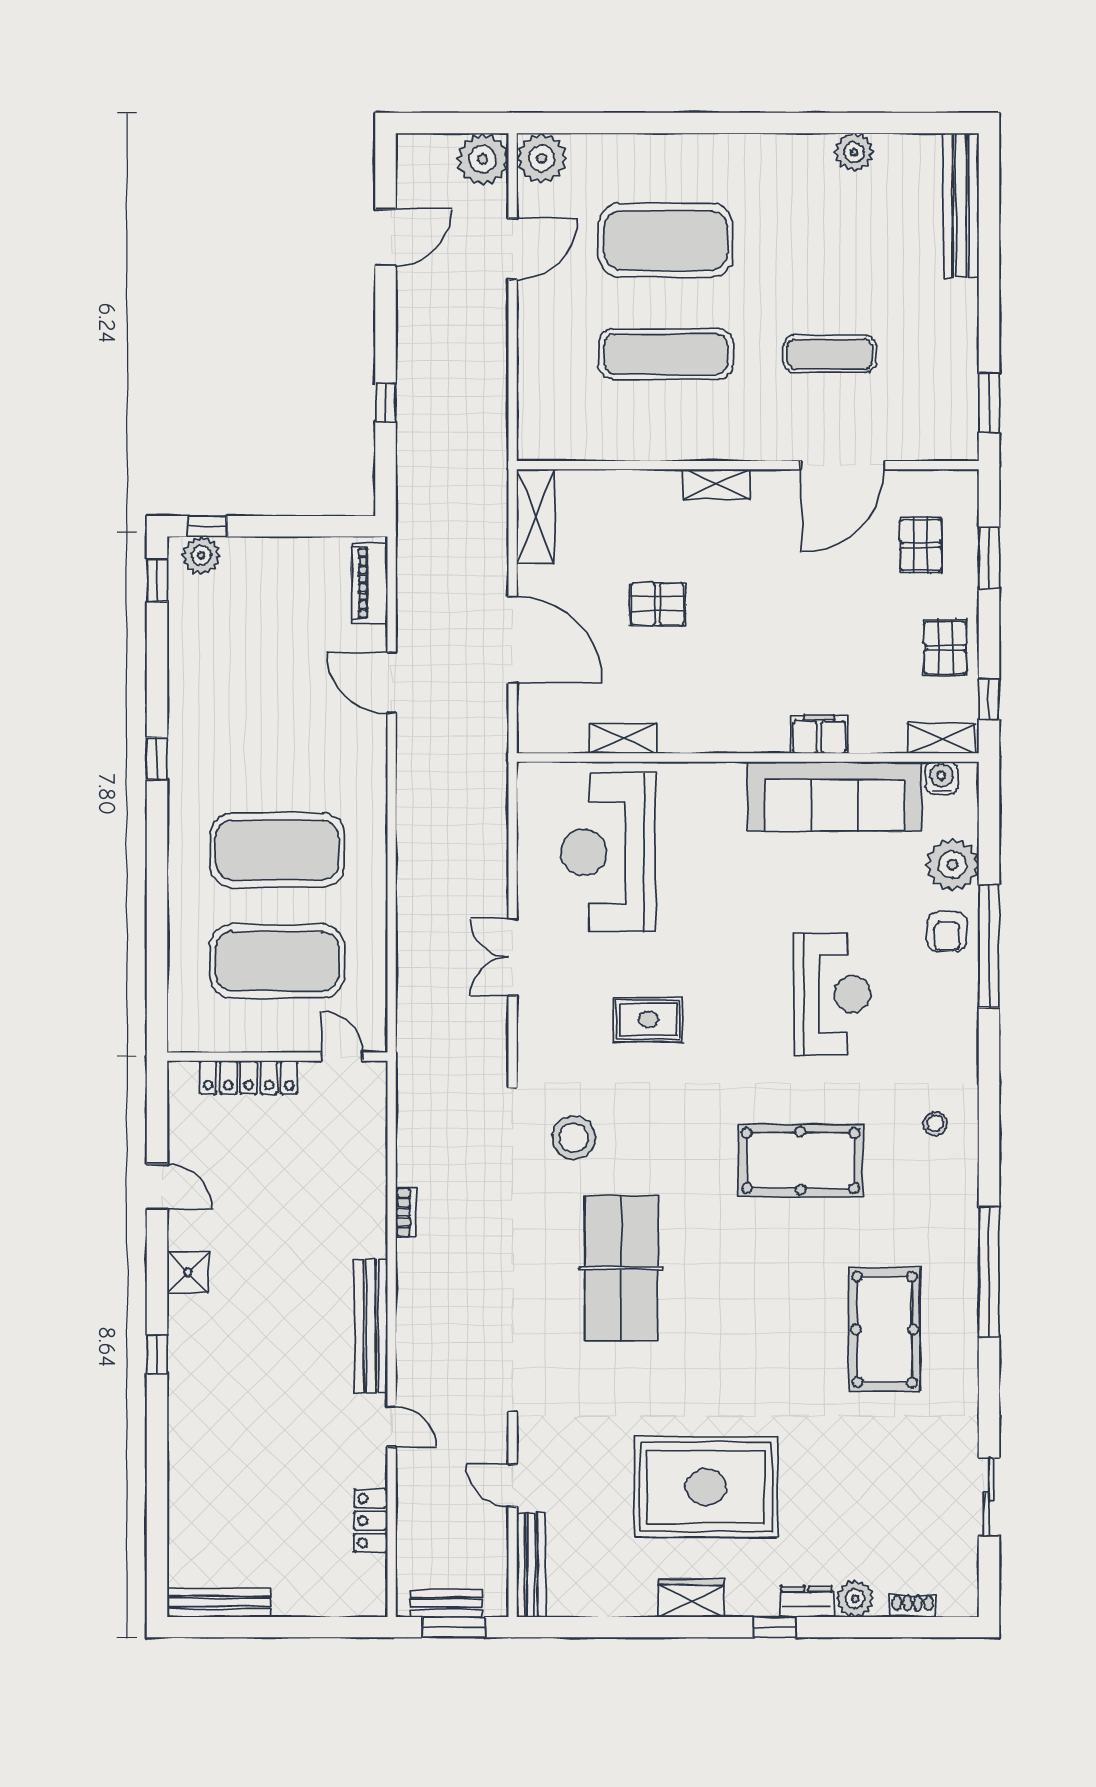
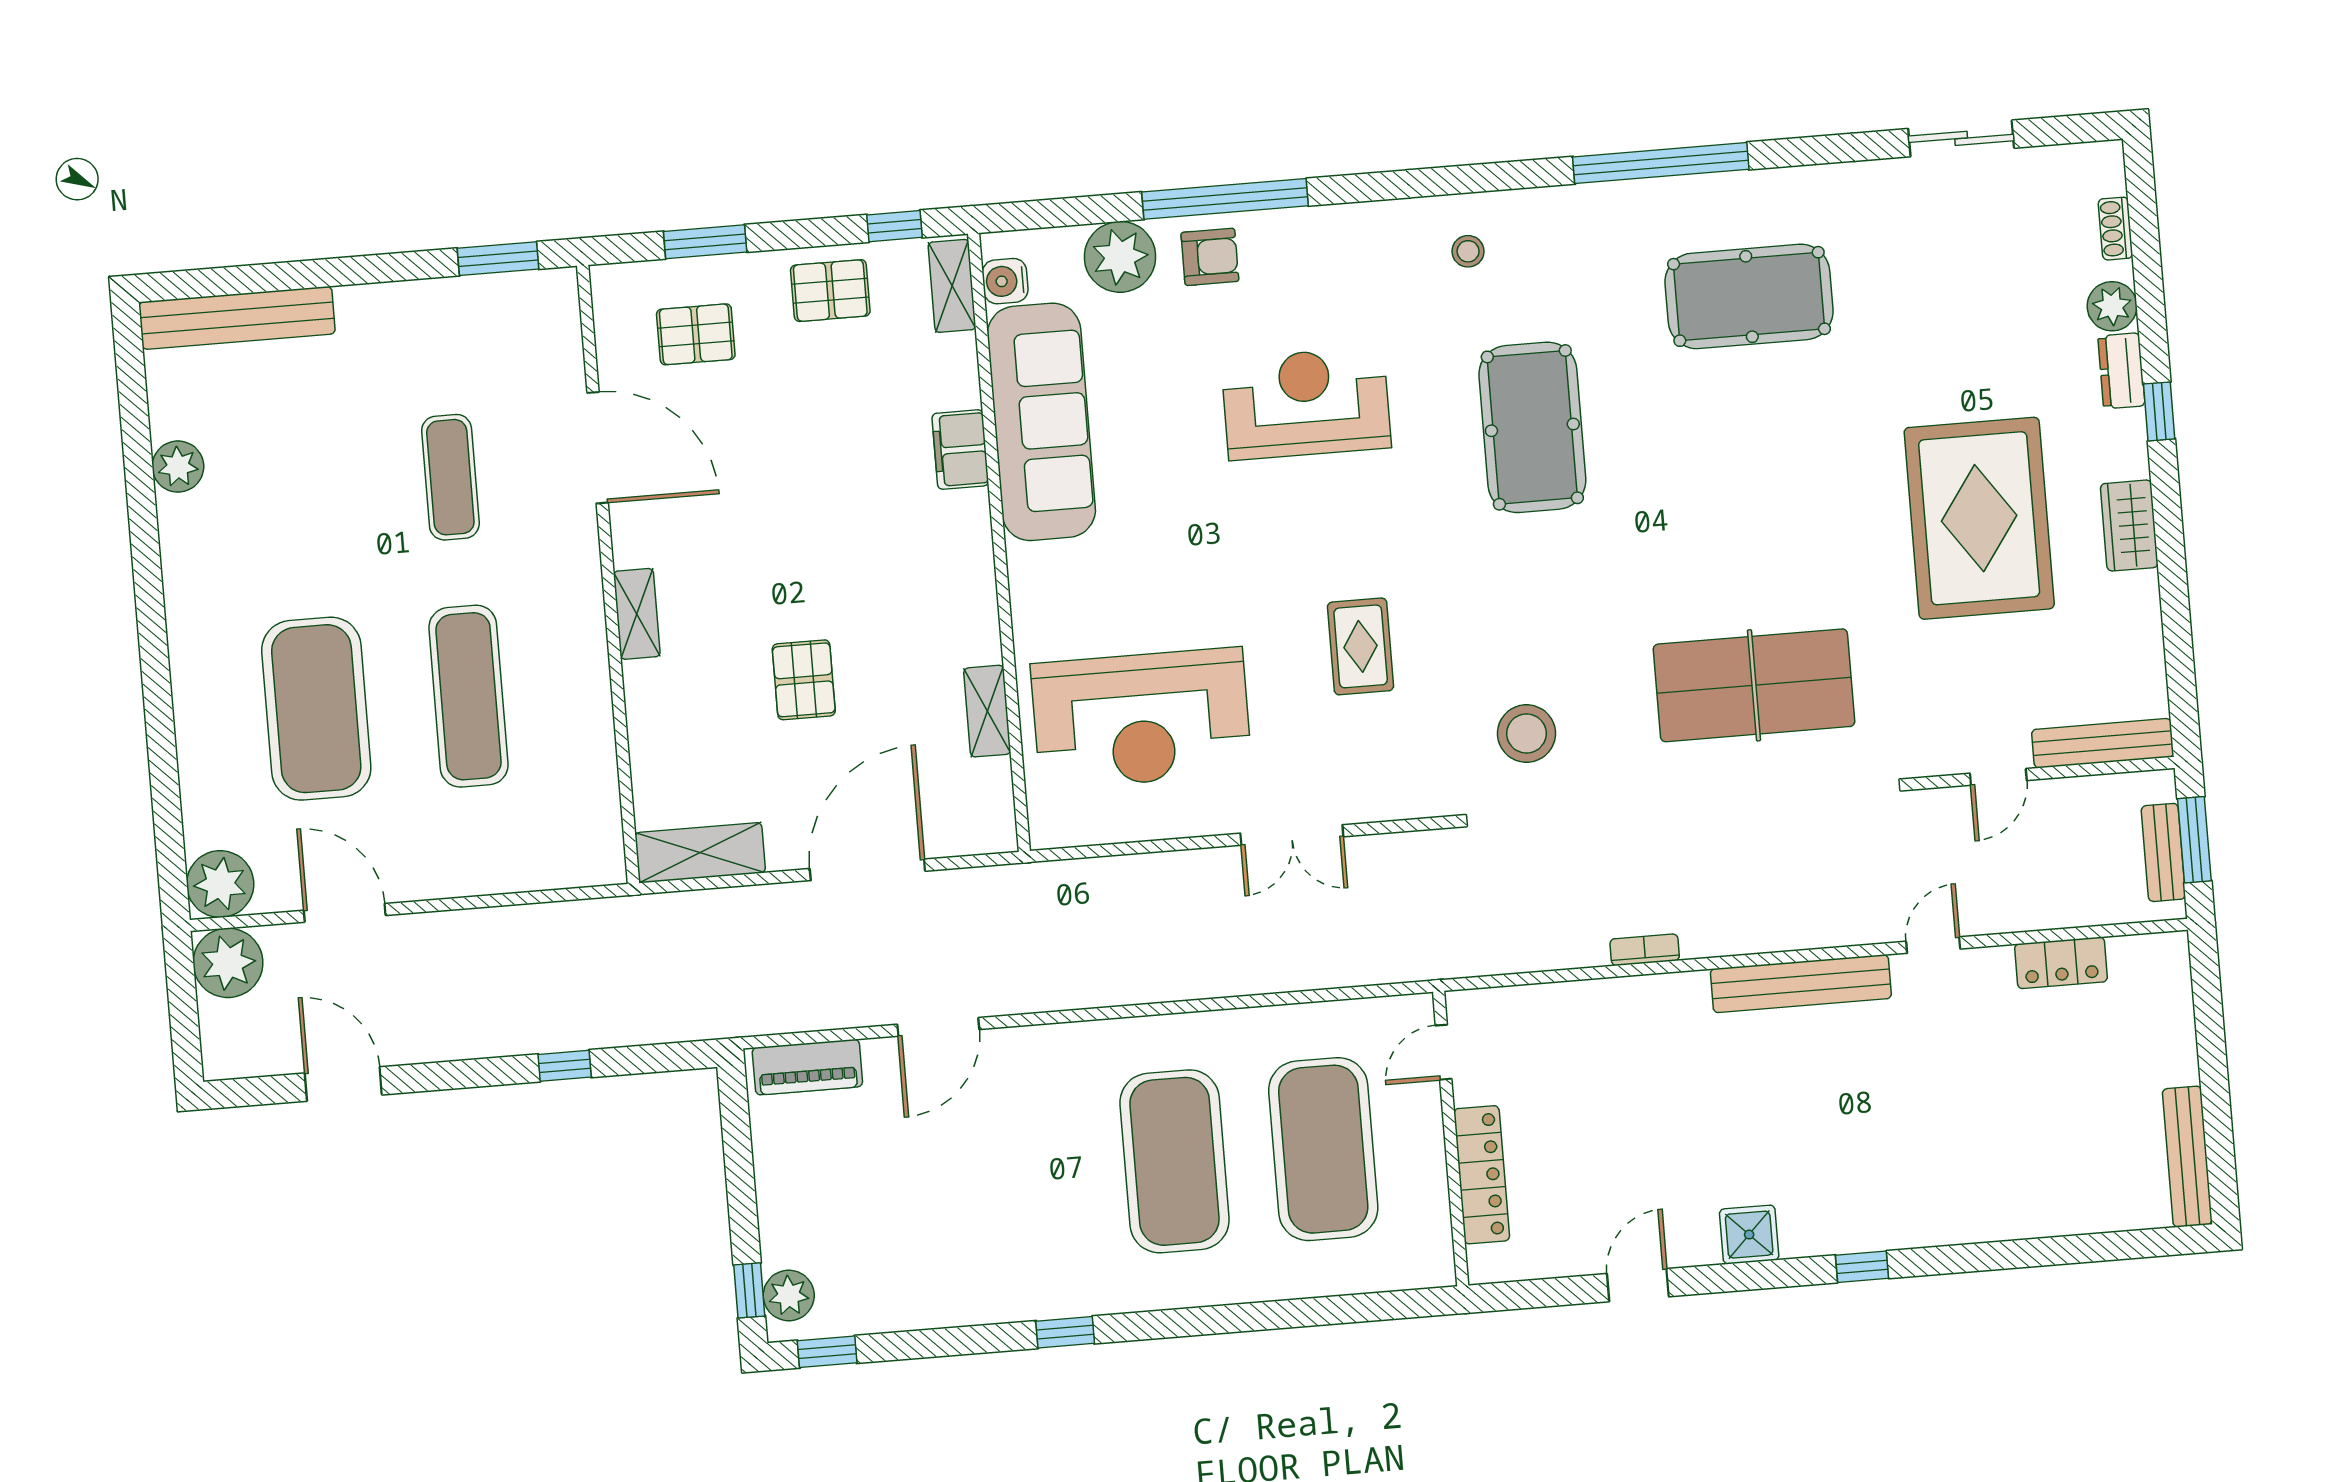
table tennis table: (621, 1268) -> (1754, 685), moved

